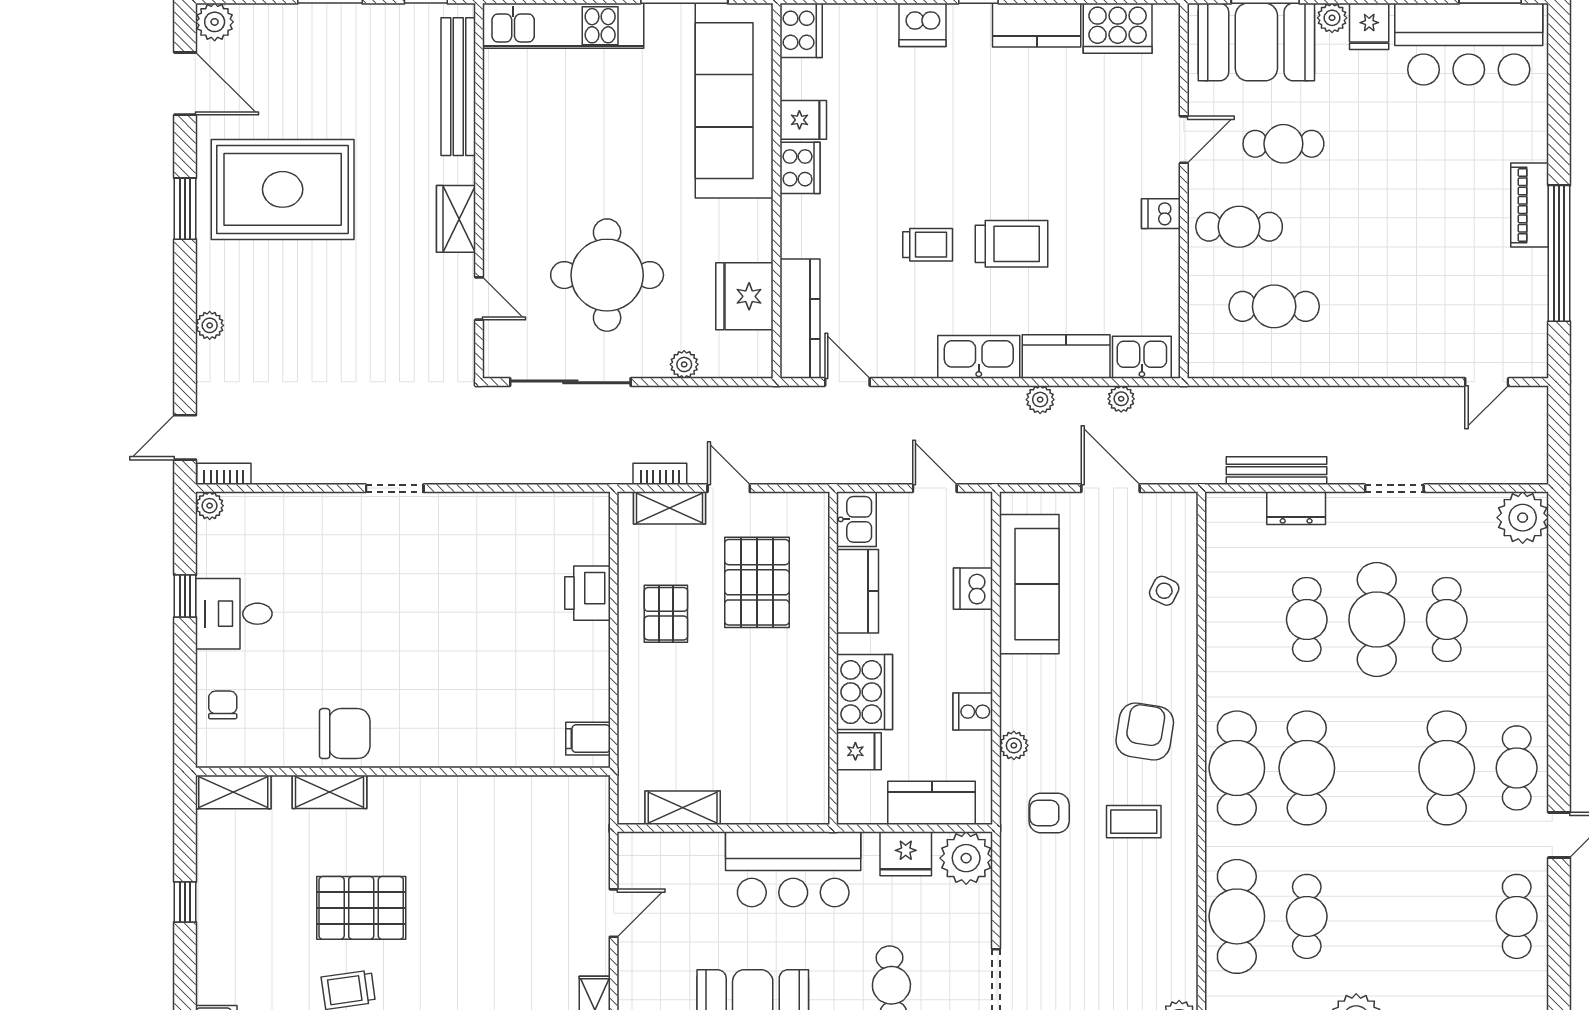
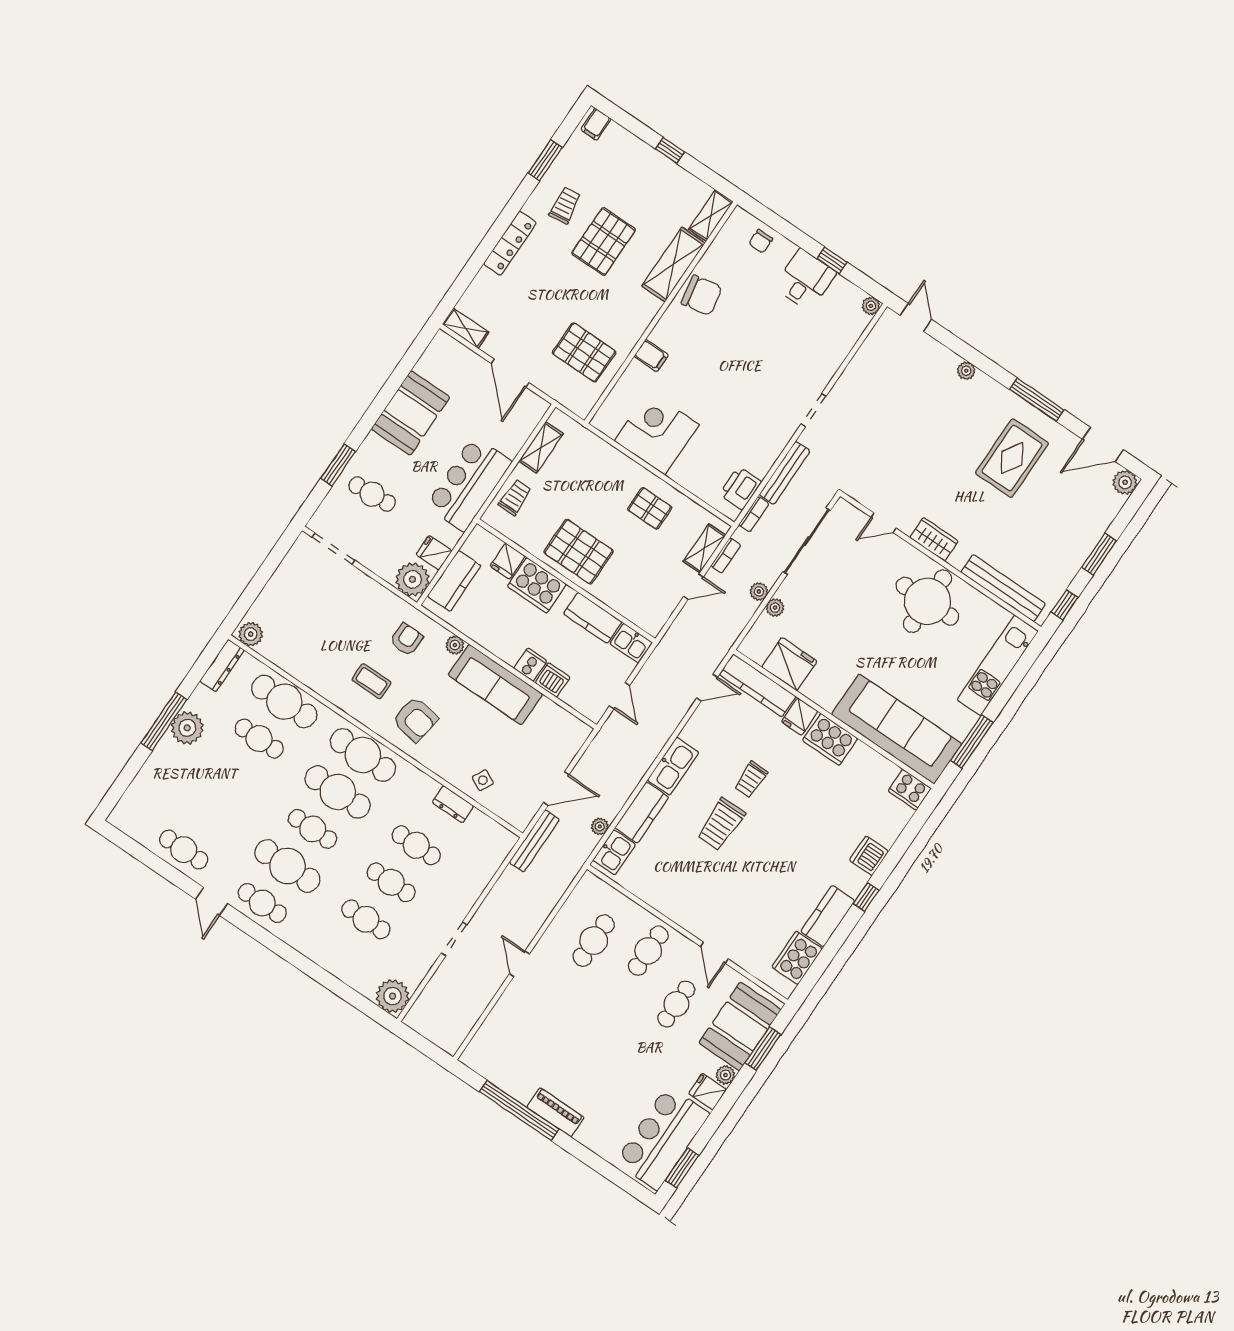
fridge: (803, 120) -> (800, 717), moved
cooker: (800, 168) -> (830, 739), width x1.37, depth x1.31
rug: (283, 189) -> (1012, 458), width x0.73, depth x0.69
window: (185, 209) -> (1037, 400), width x1.44
dishwasher: (1161, 214) -> (683, 914), removed
round table: (607, 275) -> (927, 601), moved
door: (1487, 382) -> (519, 964), moved
plant: (1040, 400) -> (759, 591), moved
bench: (501, 470) -> (785, 473), added
bench: (1277, 471) -> (534, 841), moved
bookcase: (224, 474) -> (754, 514), moved
door: (935, 488) -> (619, 696), hinge flipped
dresser: (1296, 508) -> (453, 804), moved, turned -90
pallet: (757, 582) -> (579, 552), moved
sofa: (1029, 584) -> (495, 684), moved
printer: (588, 593) -> (740, 488), moved, turned -90
cafe table: (1377, 620) -> (391, 882), width x0.73, depth x0.74
corner desk: (562, 671) -> (657, 433), added
chair: (223, 705) -> (761, 241), turned 90
cooker: (973, 712) -> (530, 665), moved
chair: (345, 734) -> (702, 295), turned -101
filing cabinet: (588, 739) -> (651, 356), moved, turned 90
cafe table: (1377, 768) -> (313, 829), added
shelving: (330, 792) -> (673, 264), width x1.50, depth x1.33
trolley: (770, 798) -> (515, 497), added
coffee table: (1134, 822) -> (372, 681), turned 90
pallet: (522, 836) -> (584, 352), added
fridge: (906, 854) -> (434, 553), width x0.72
door: (614, 913) -> (510, 373), width x1.38

